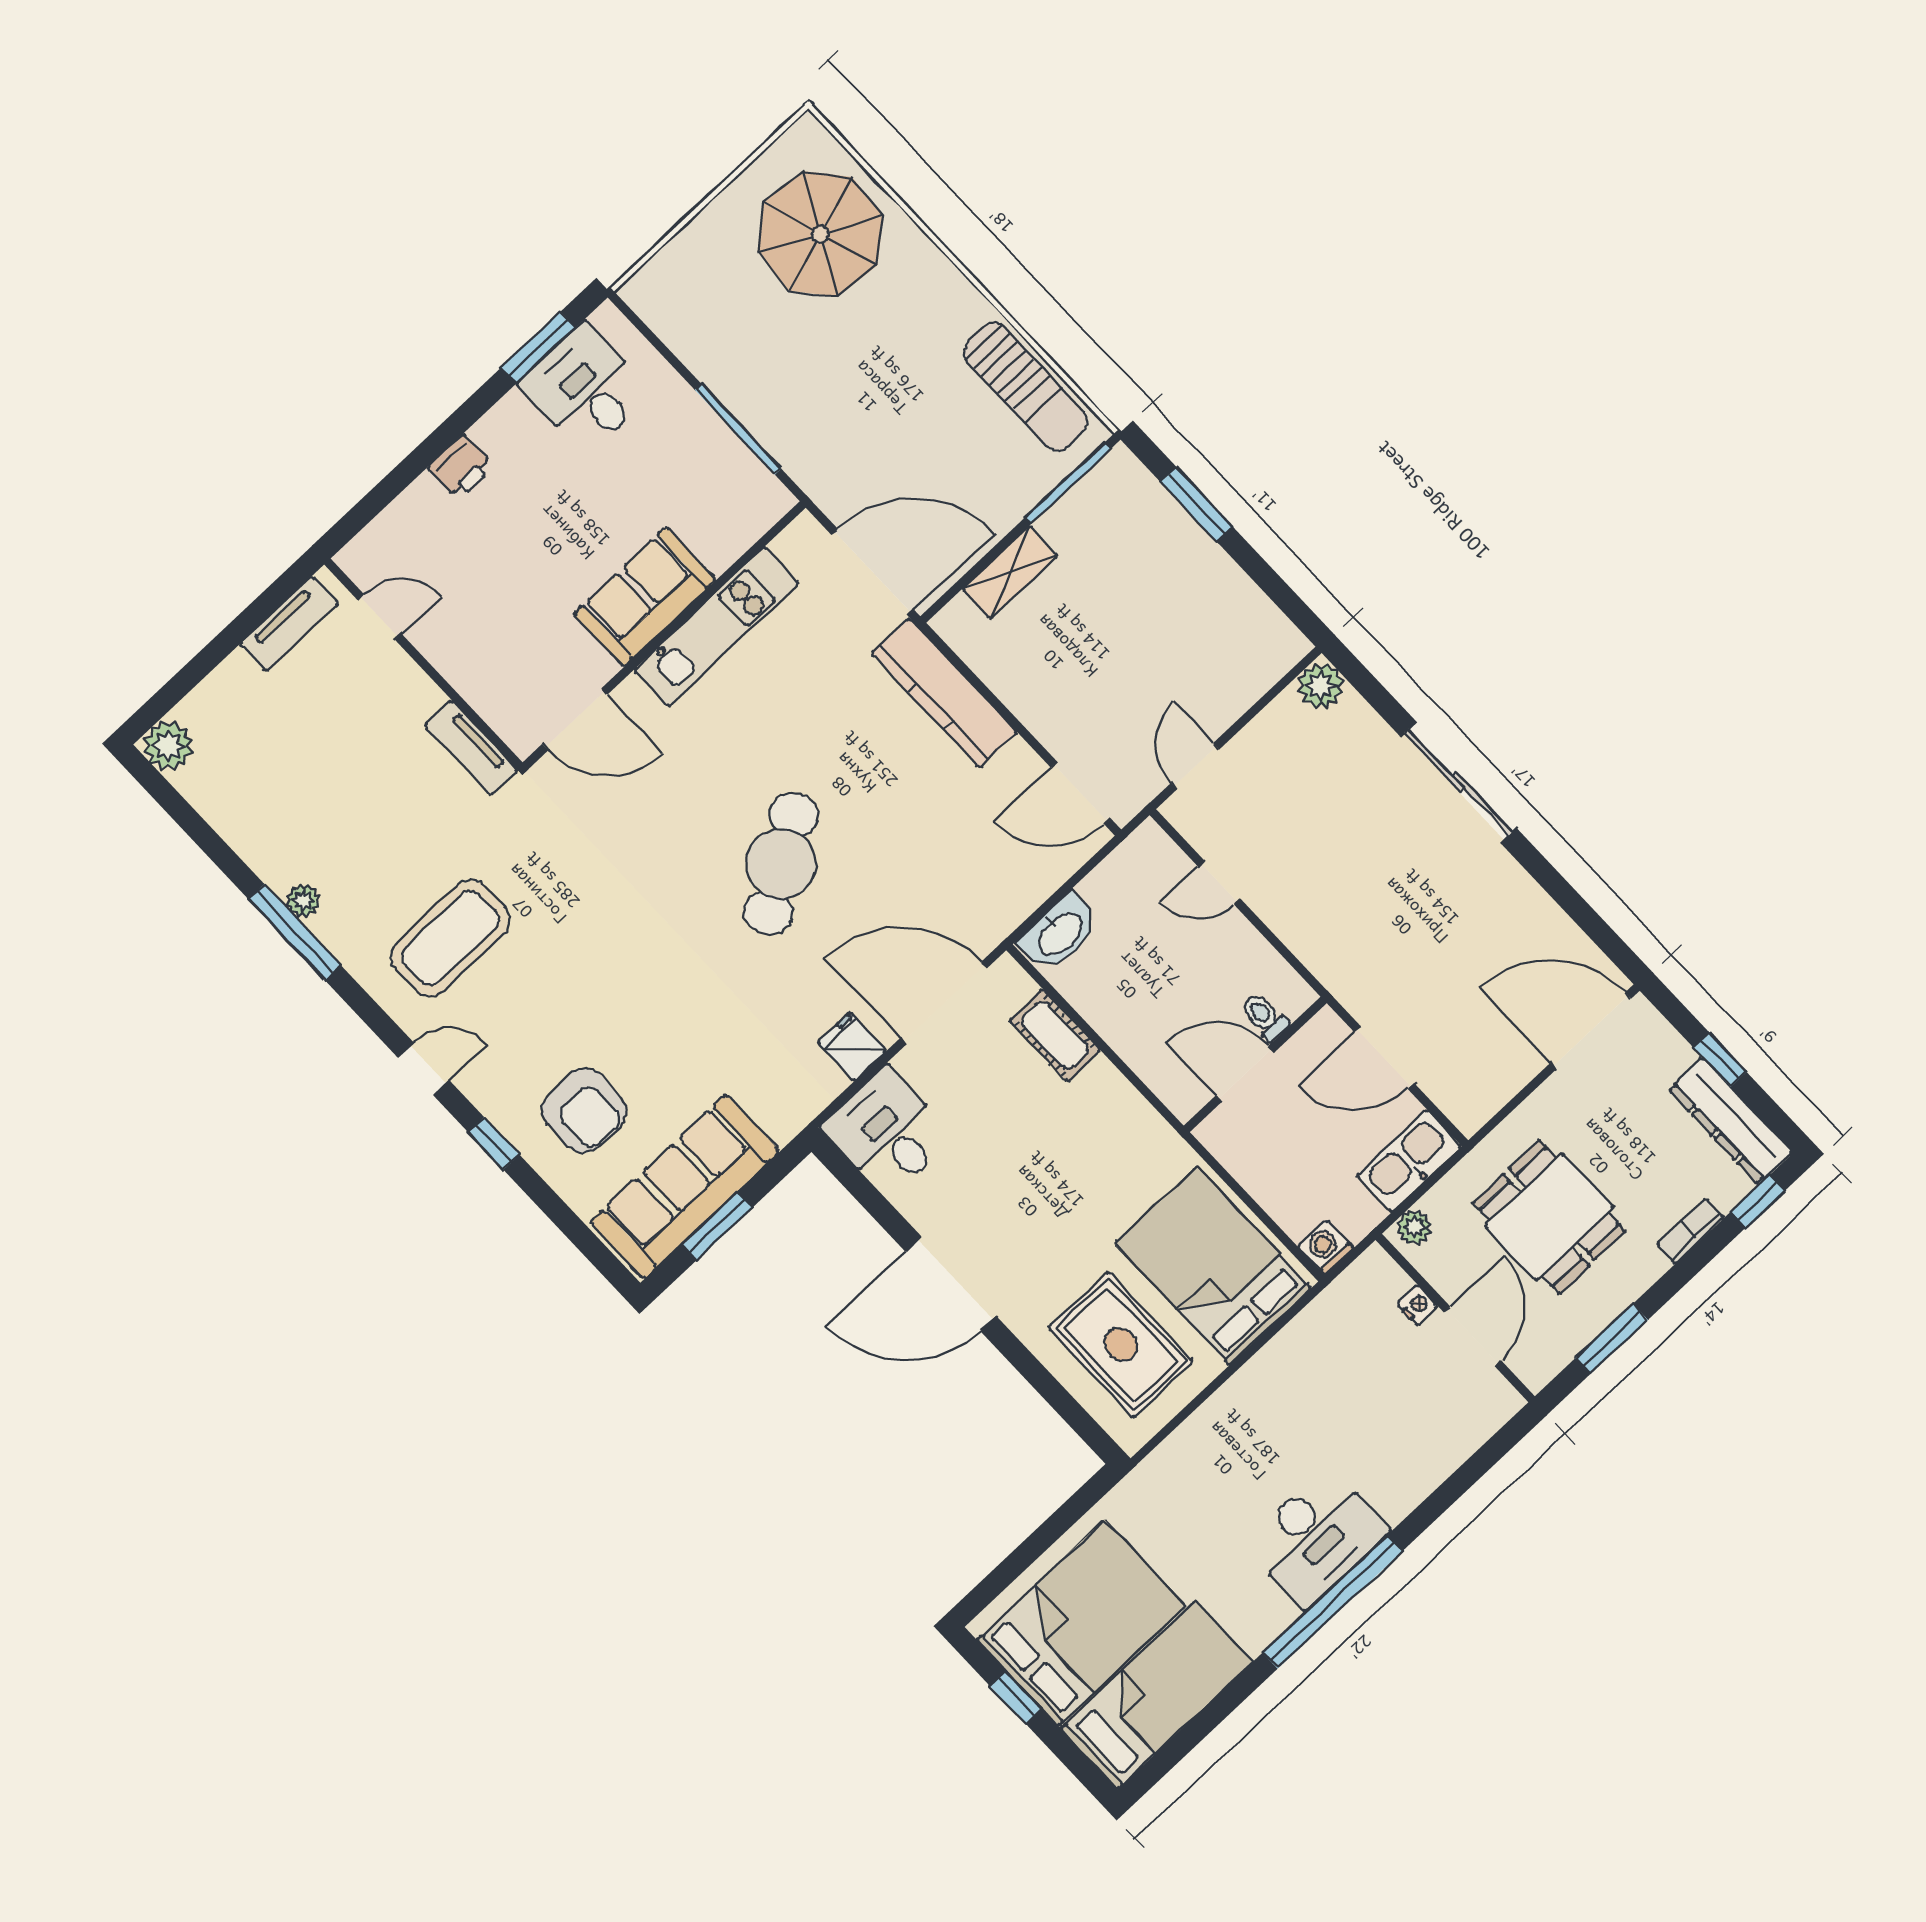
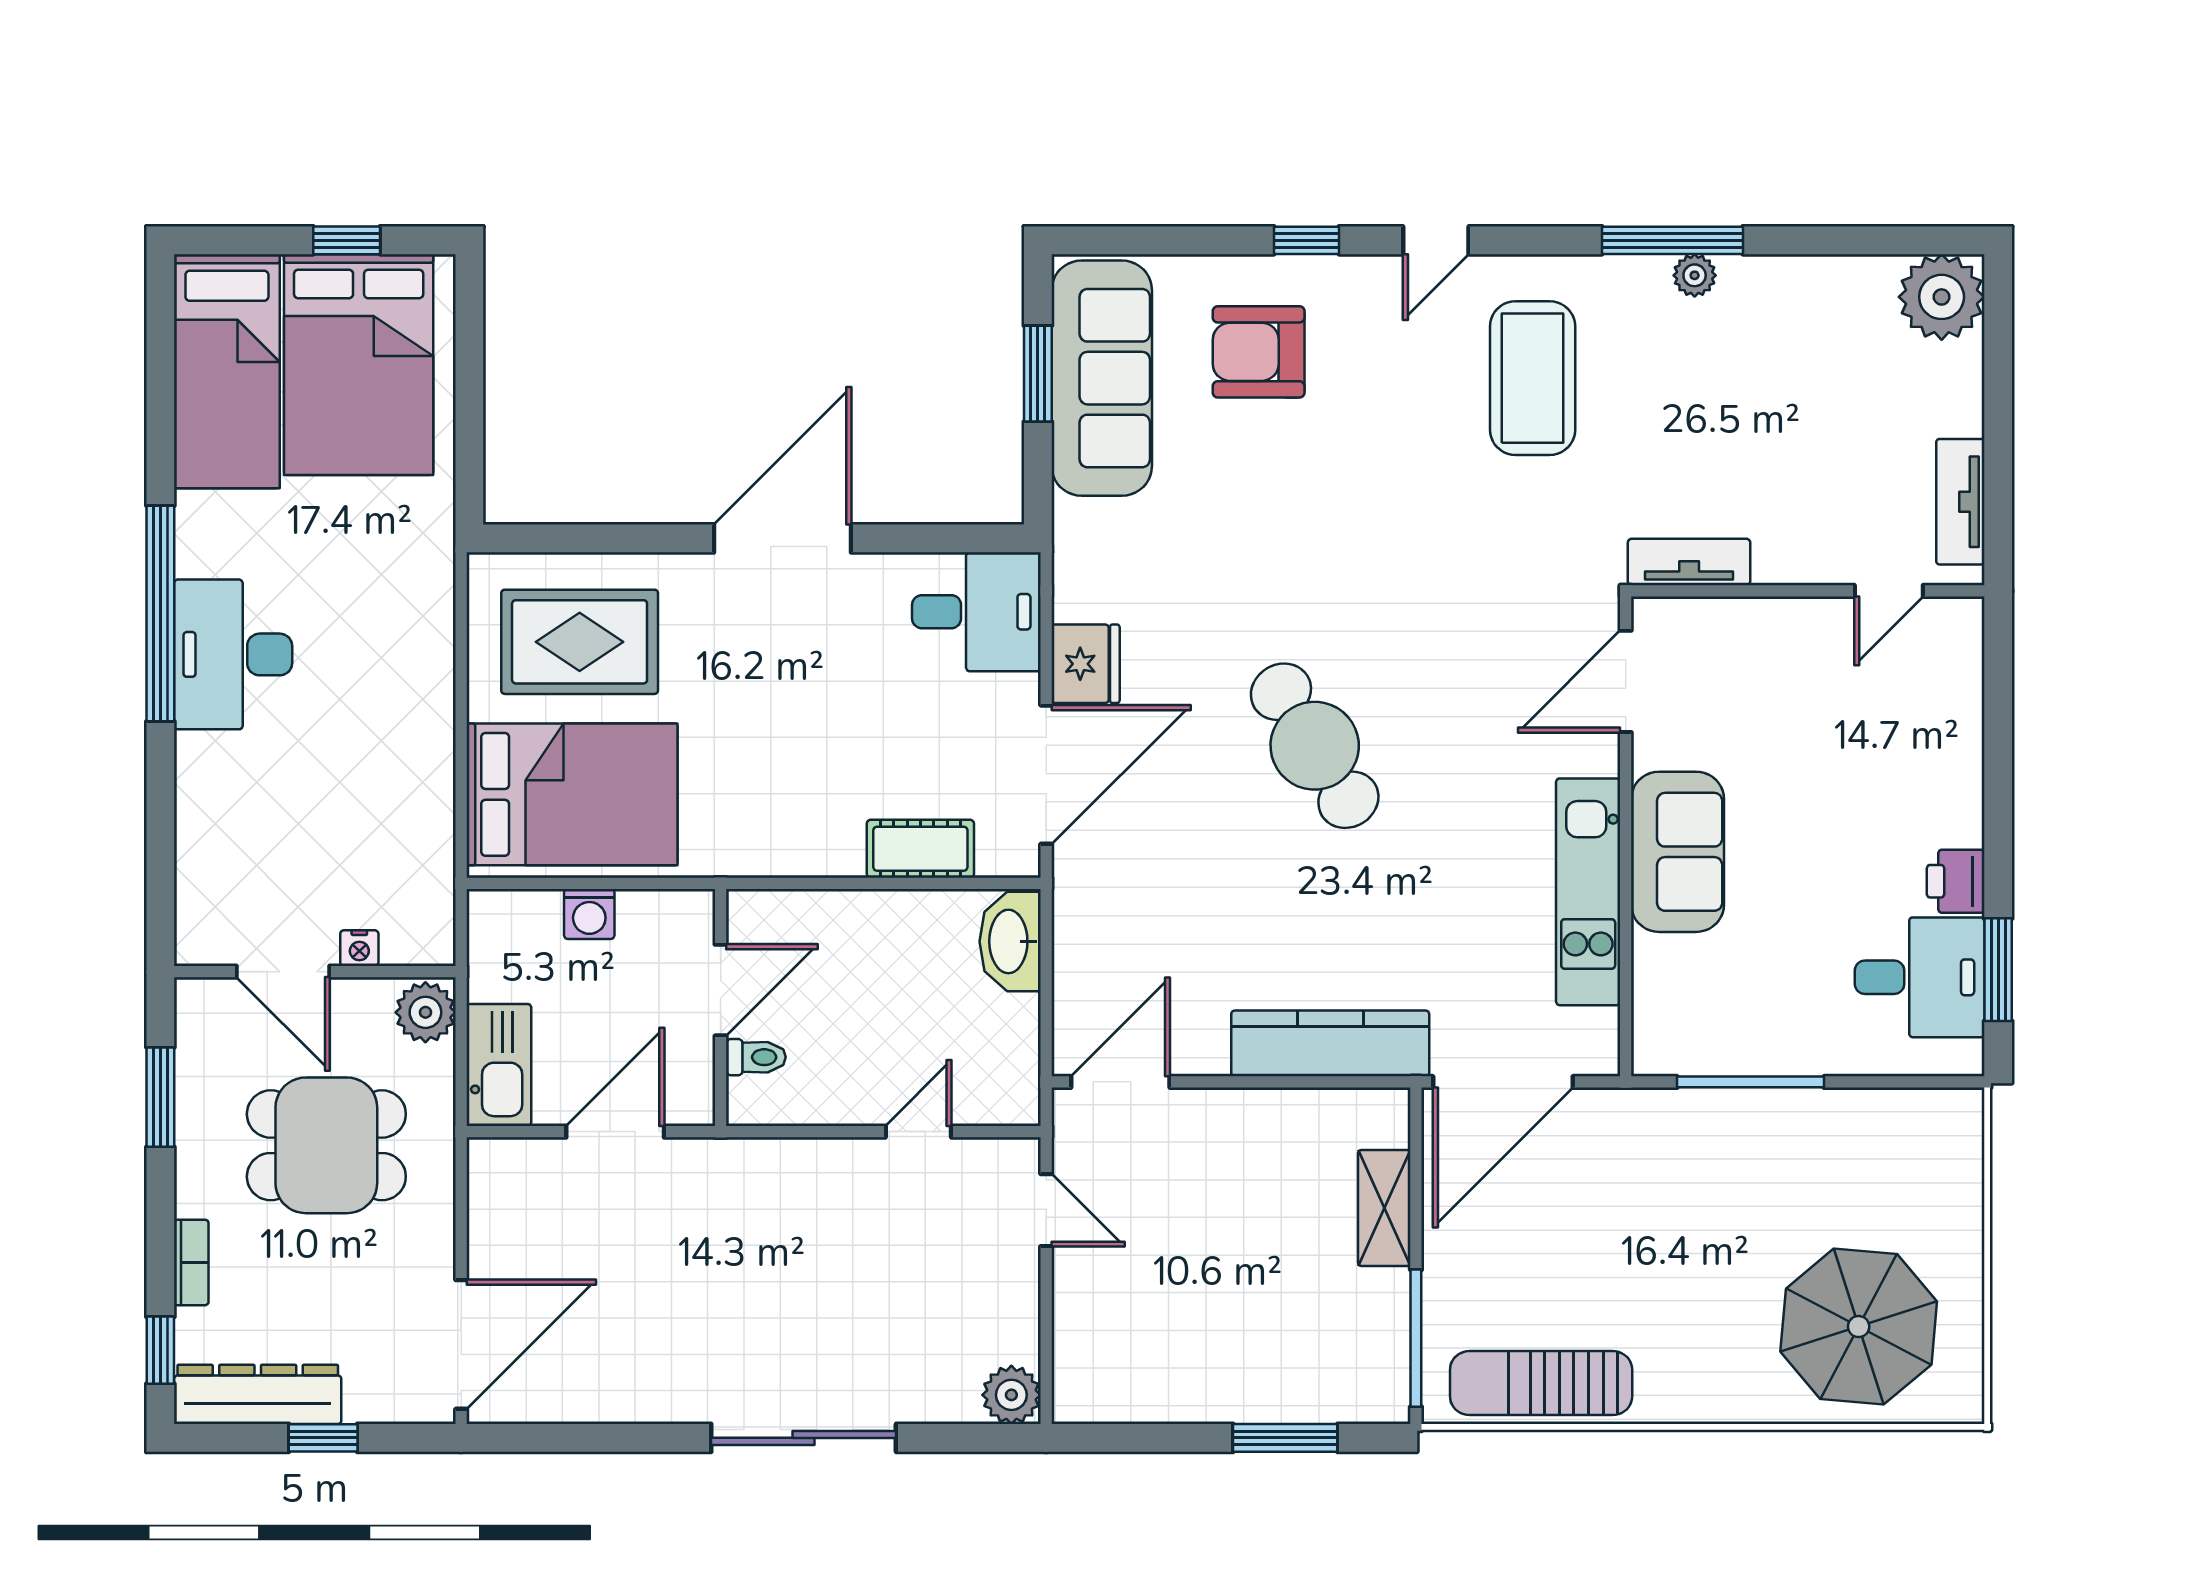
printer: (461, 467) -> (1956, 881), moved
plant: (168, 746) -> (1942, 297), width x1.36, depth x1.36
fridge: (852, 1047) -> (1086, 664), width x1.38
plant: (1414, 1227) -> (425, 1012), width x1.38, depth x1.38
washing machine: (1326, 1247) -> (589, 914), moved, turned 90

